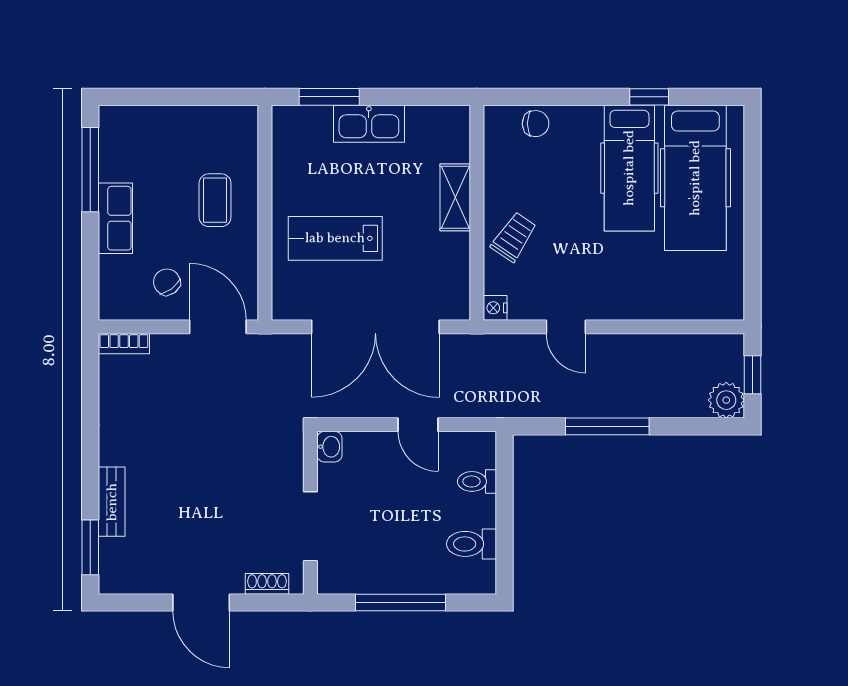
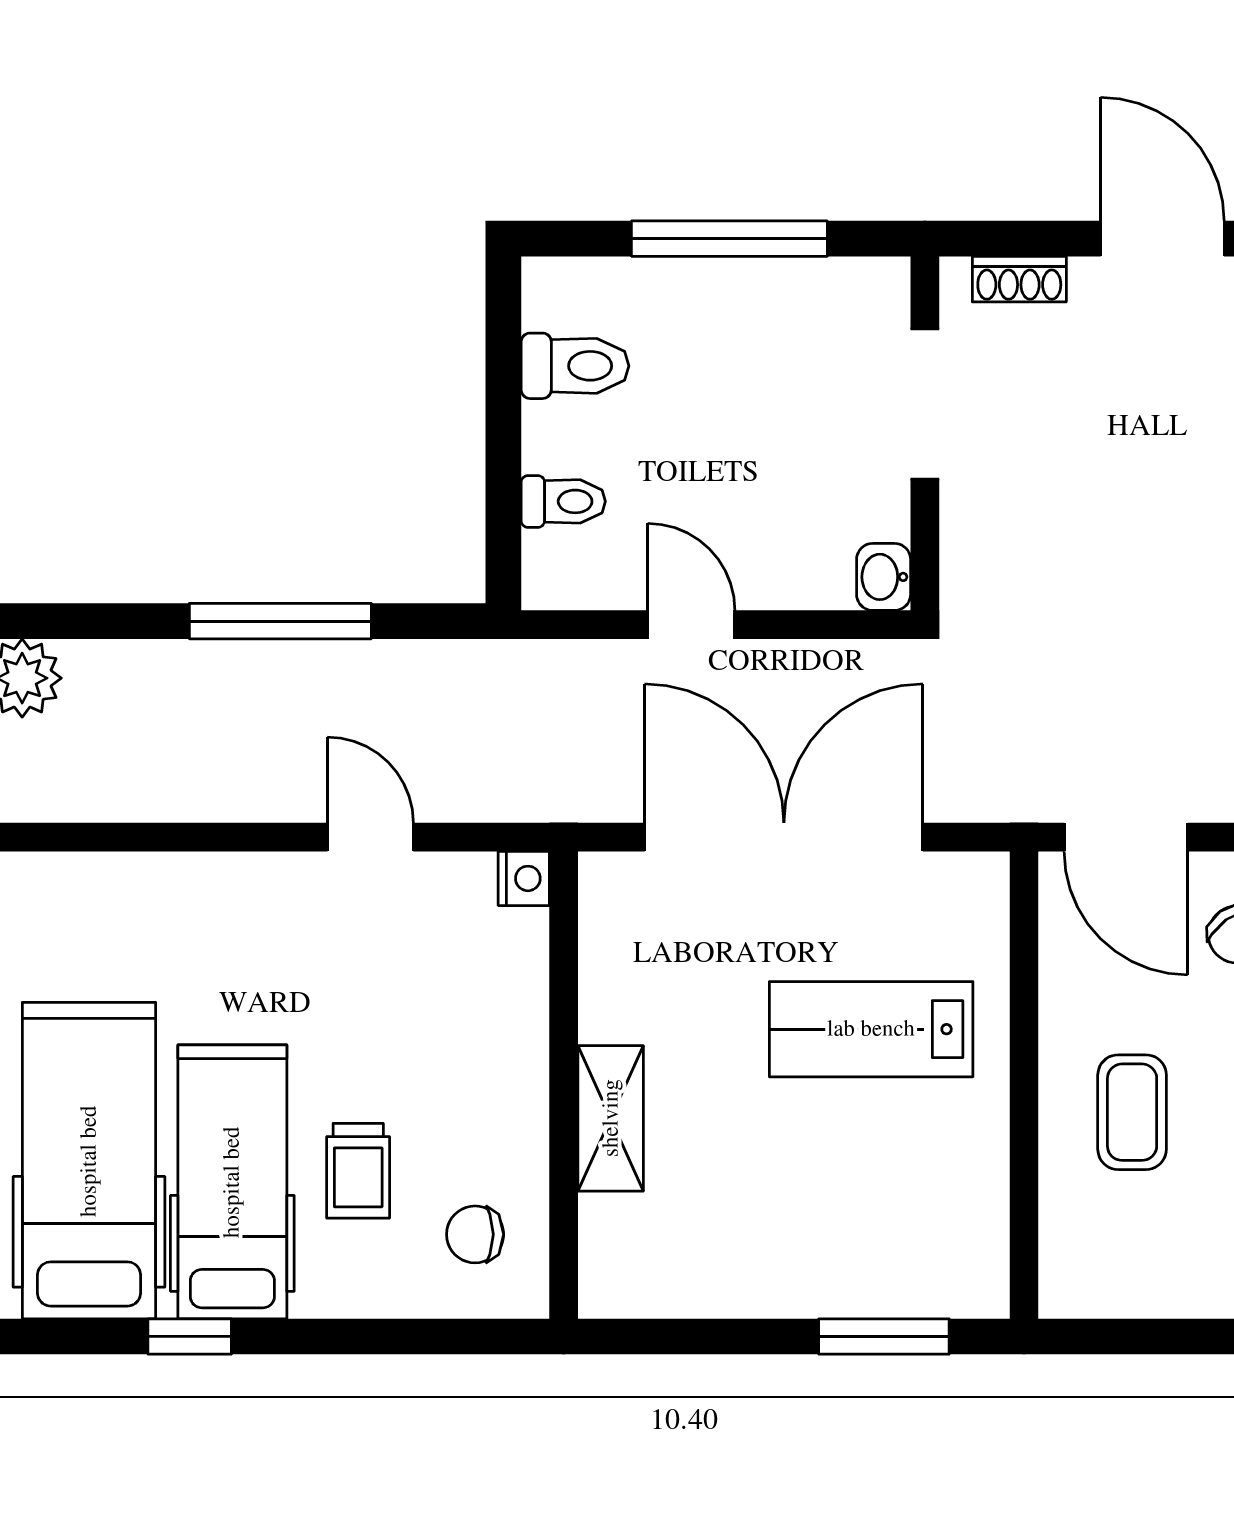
kitchen sink: (369, 124) -> (798, 1278), removed
chair: (536, 124) -> (475, 1234), moved
trolley: (514, 237) -> (358, 1171), moved, turned -34
lab bench: (335, 238) -> (871, 1029), turned 180

